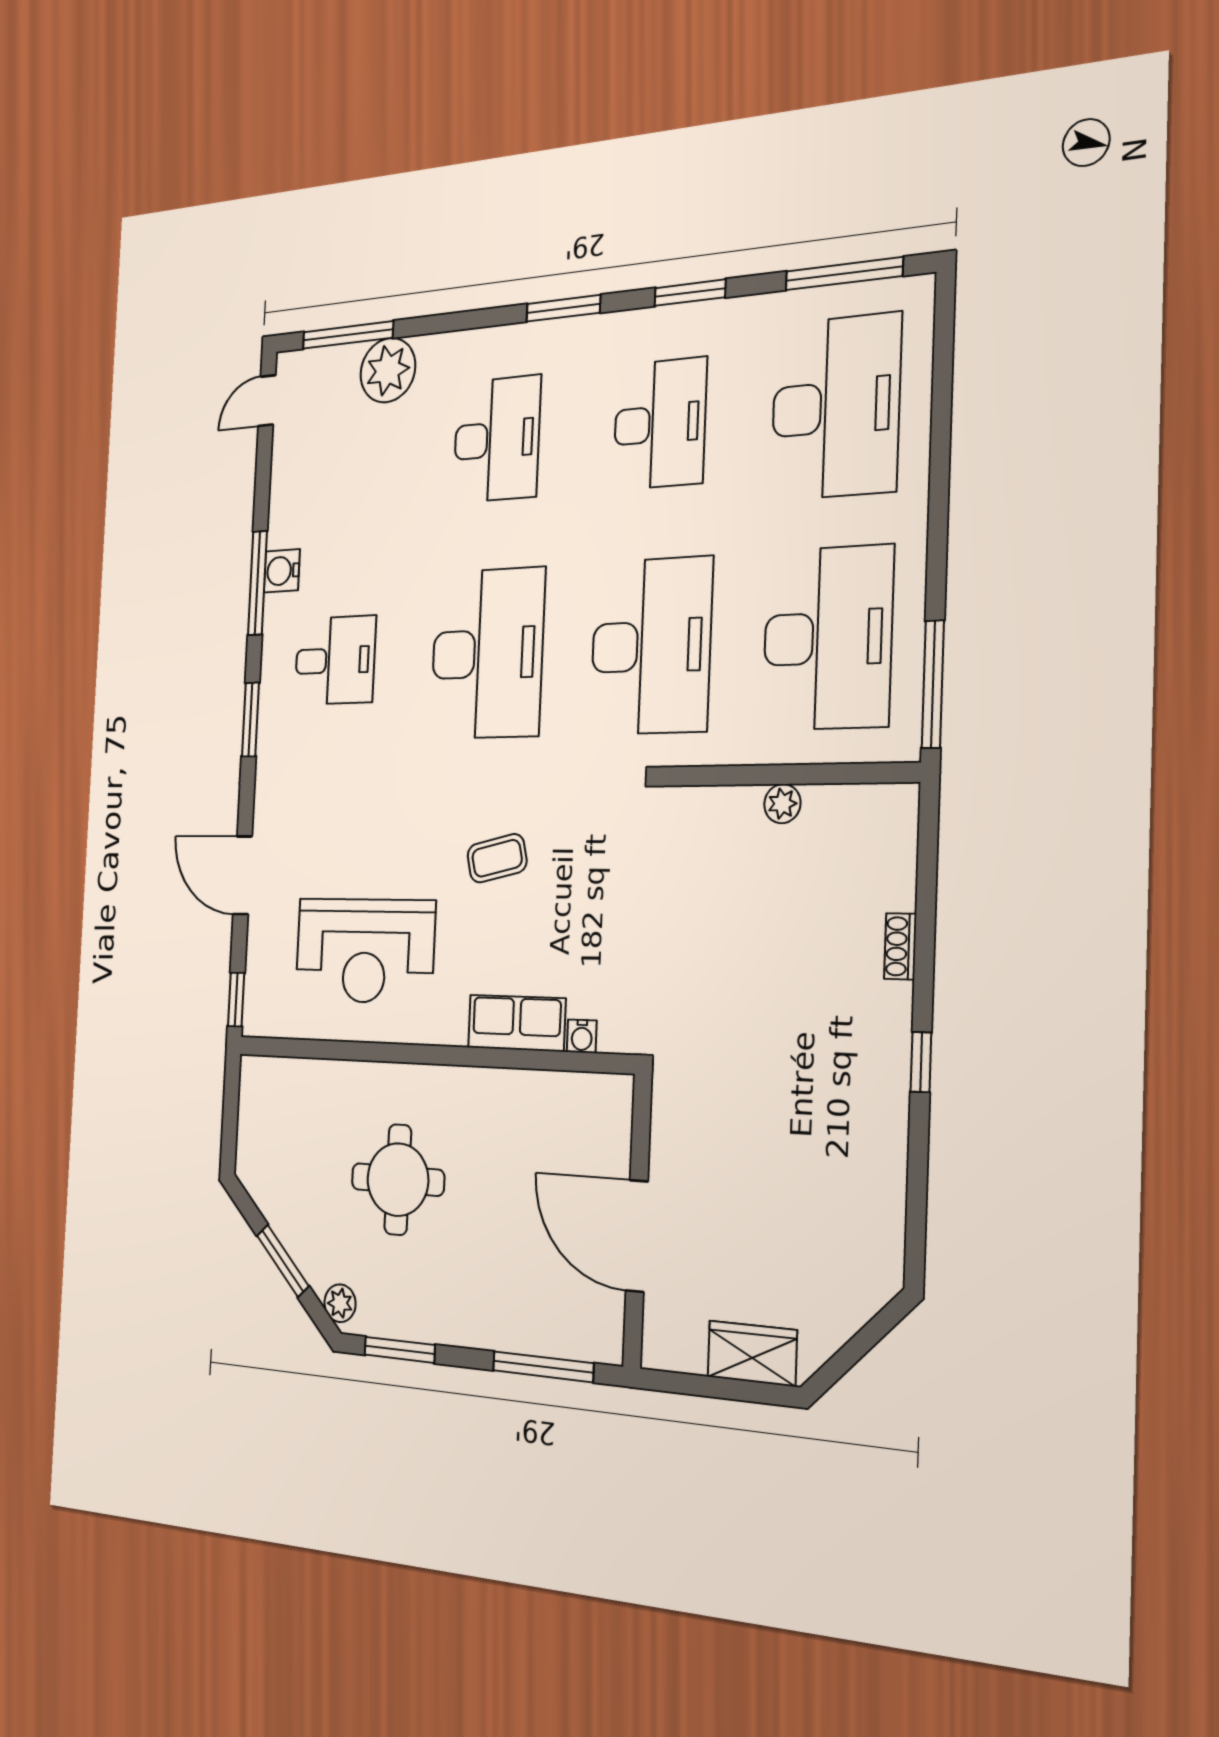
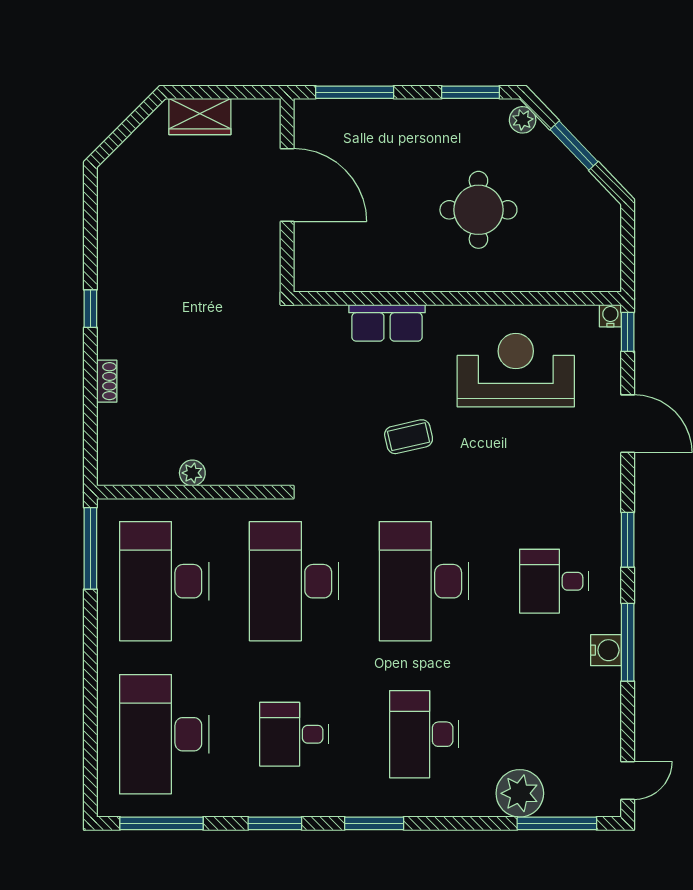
desk: (660, 424) -> (294, 734), width x0.73
water cooler: (582, 1036) -> (610, 316), moved

